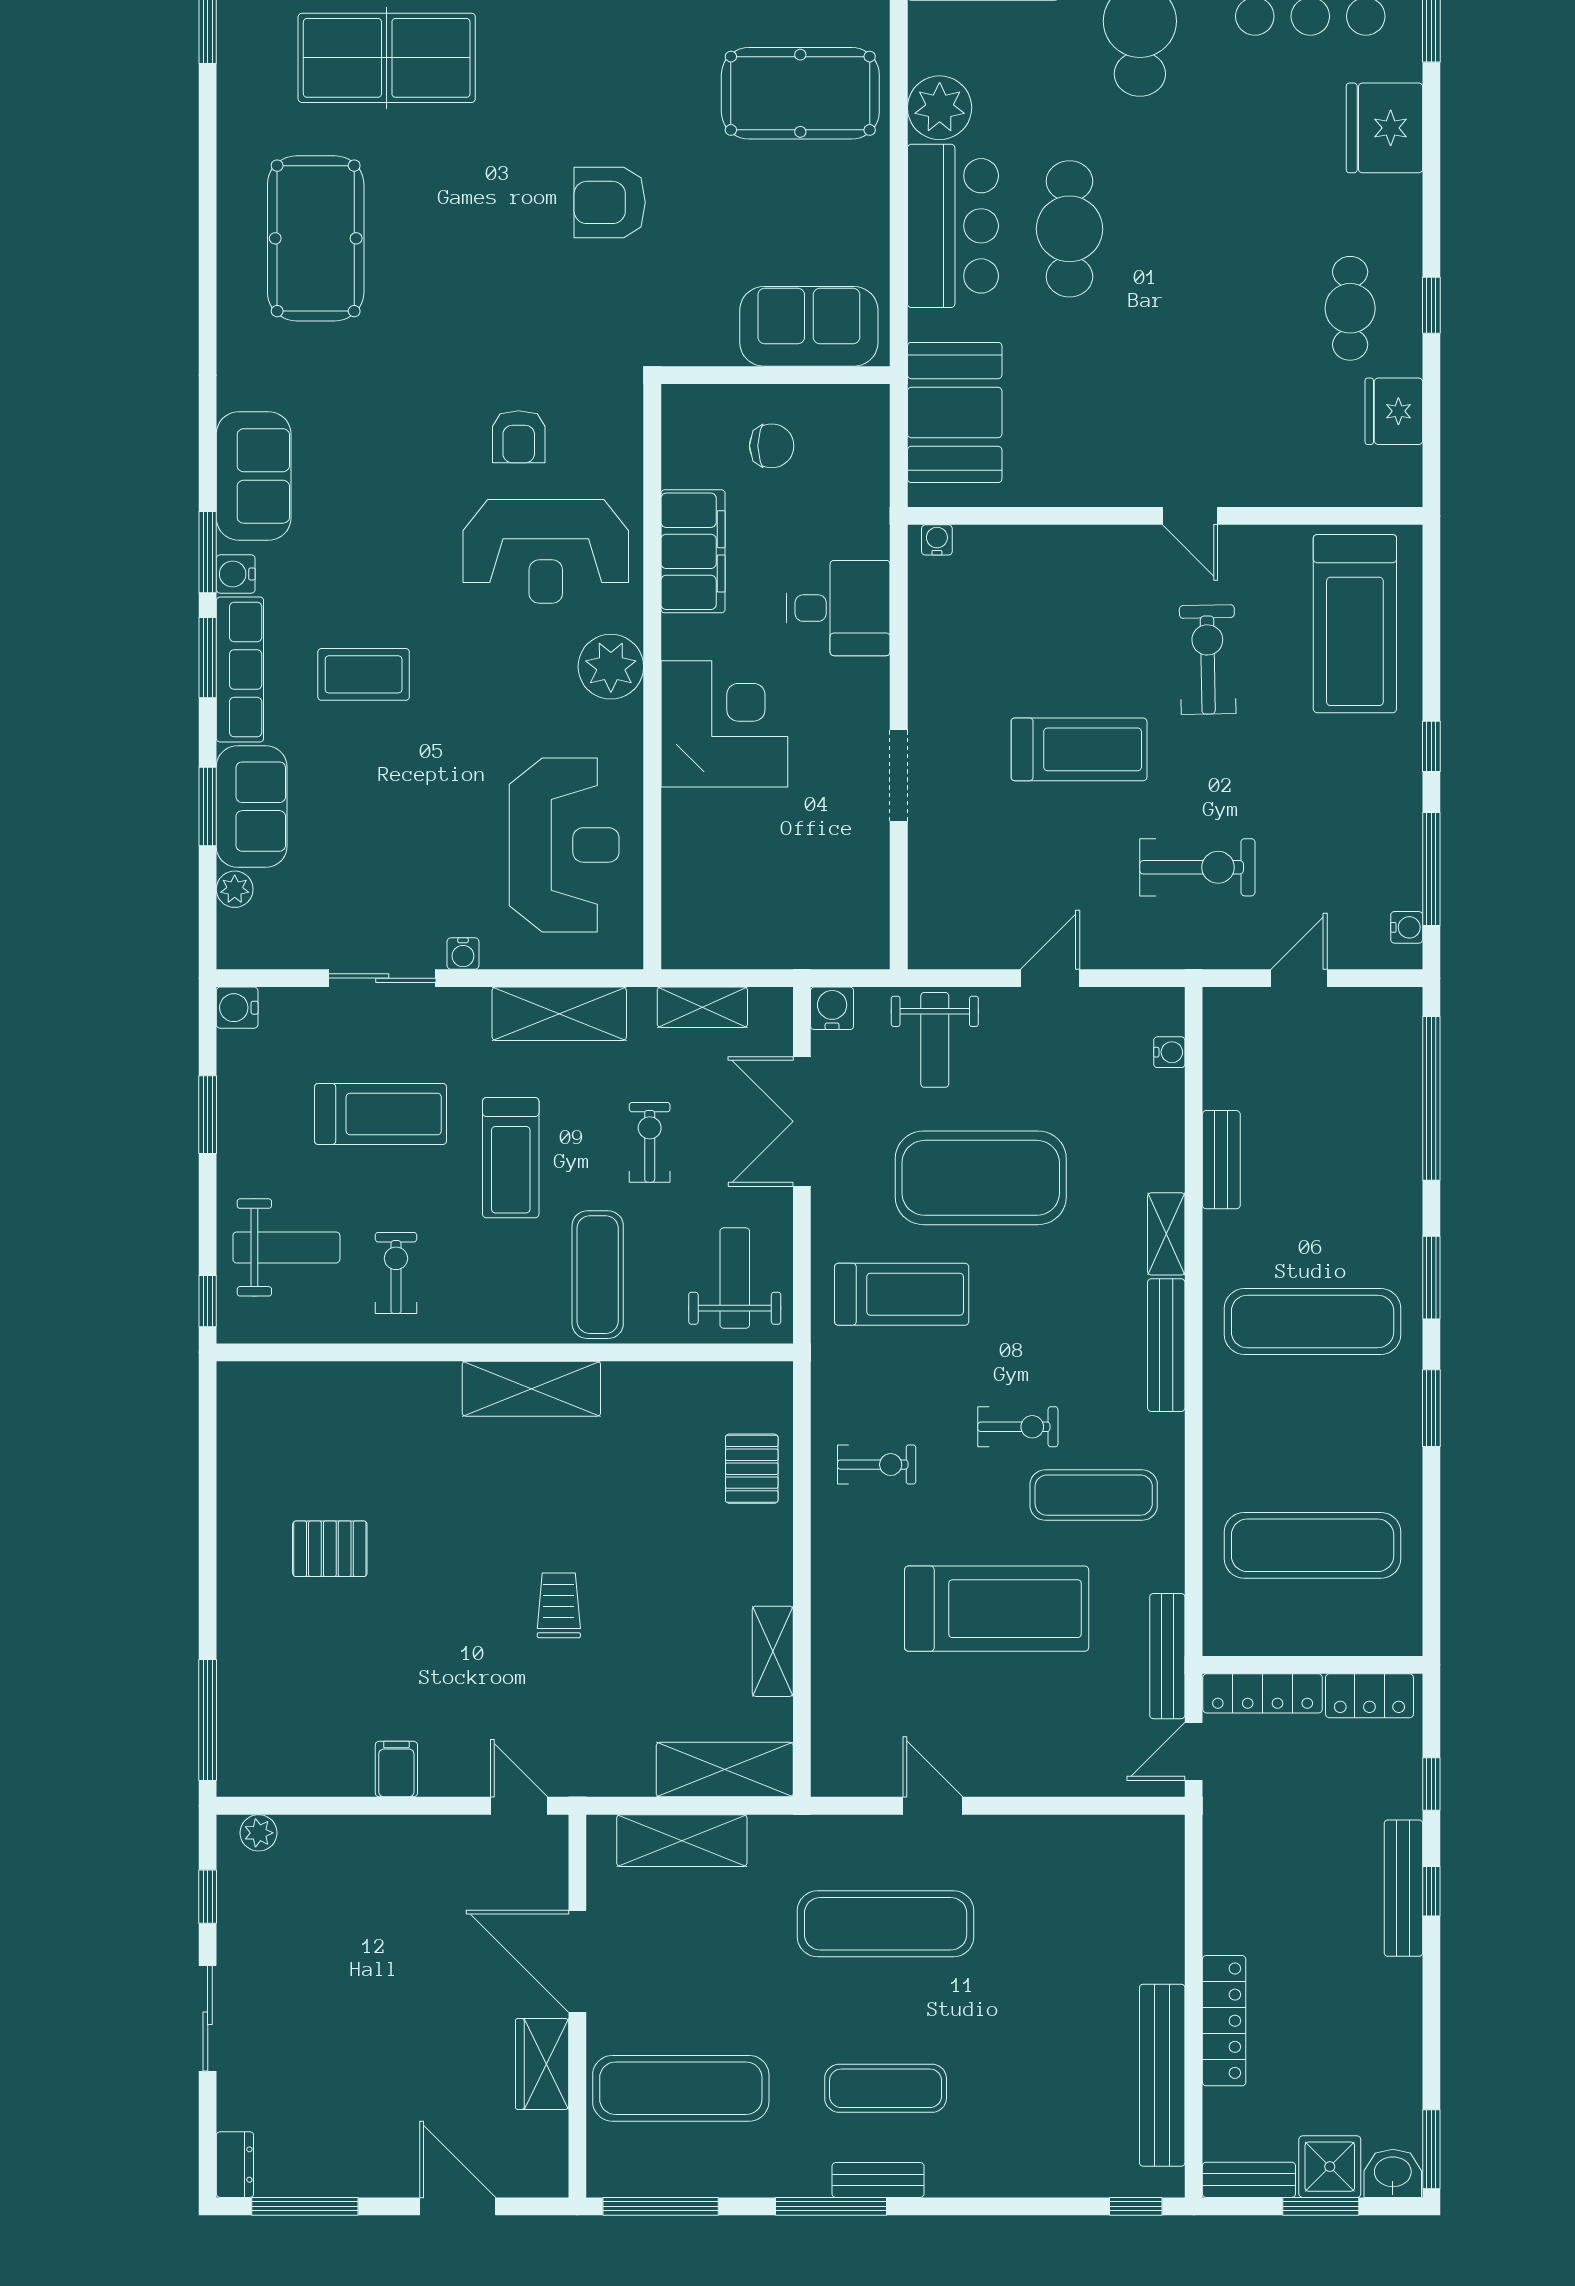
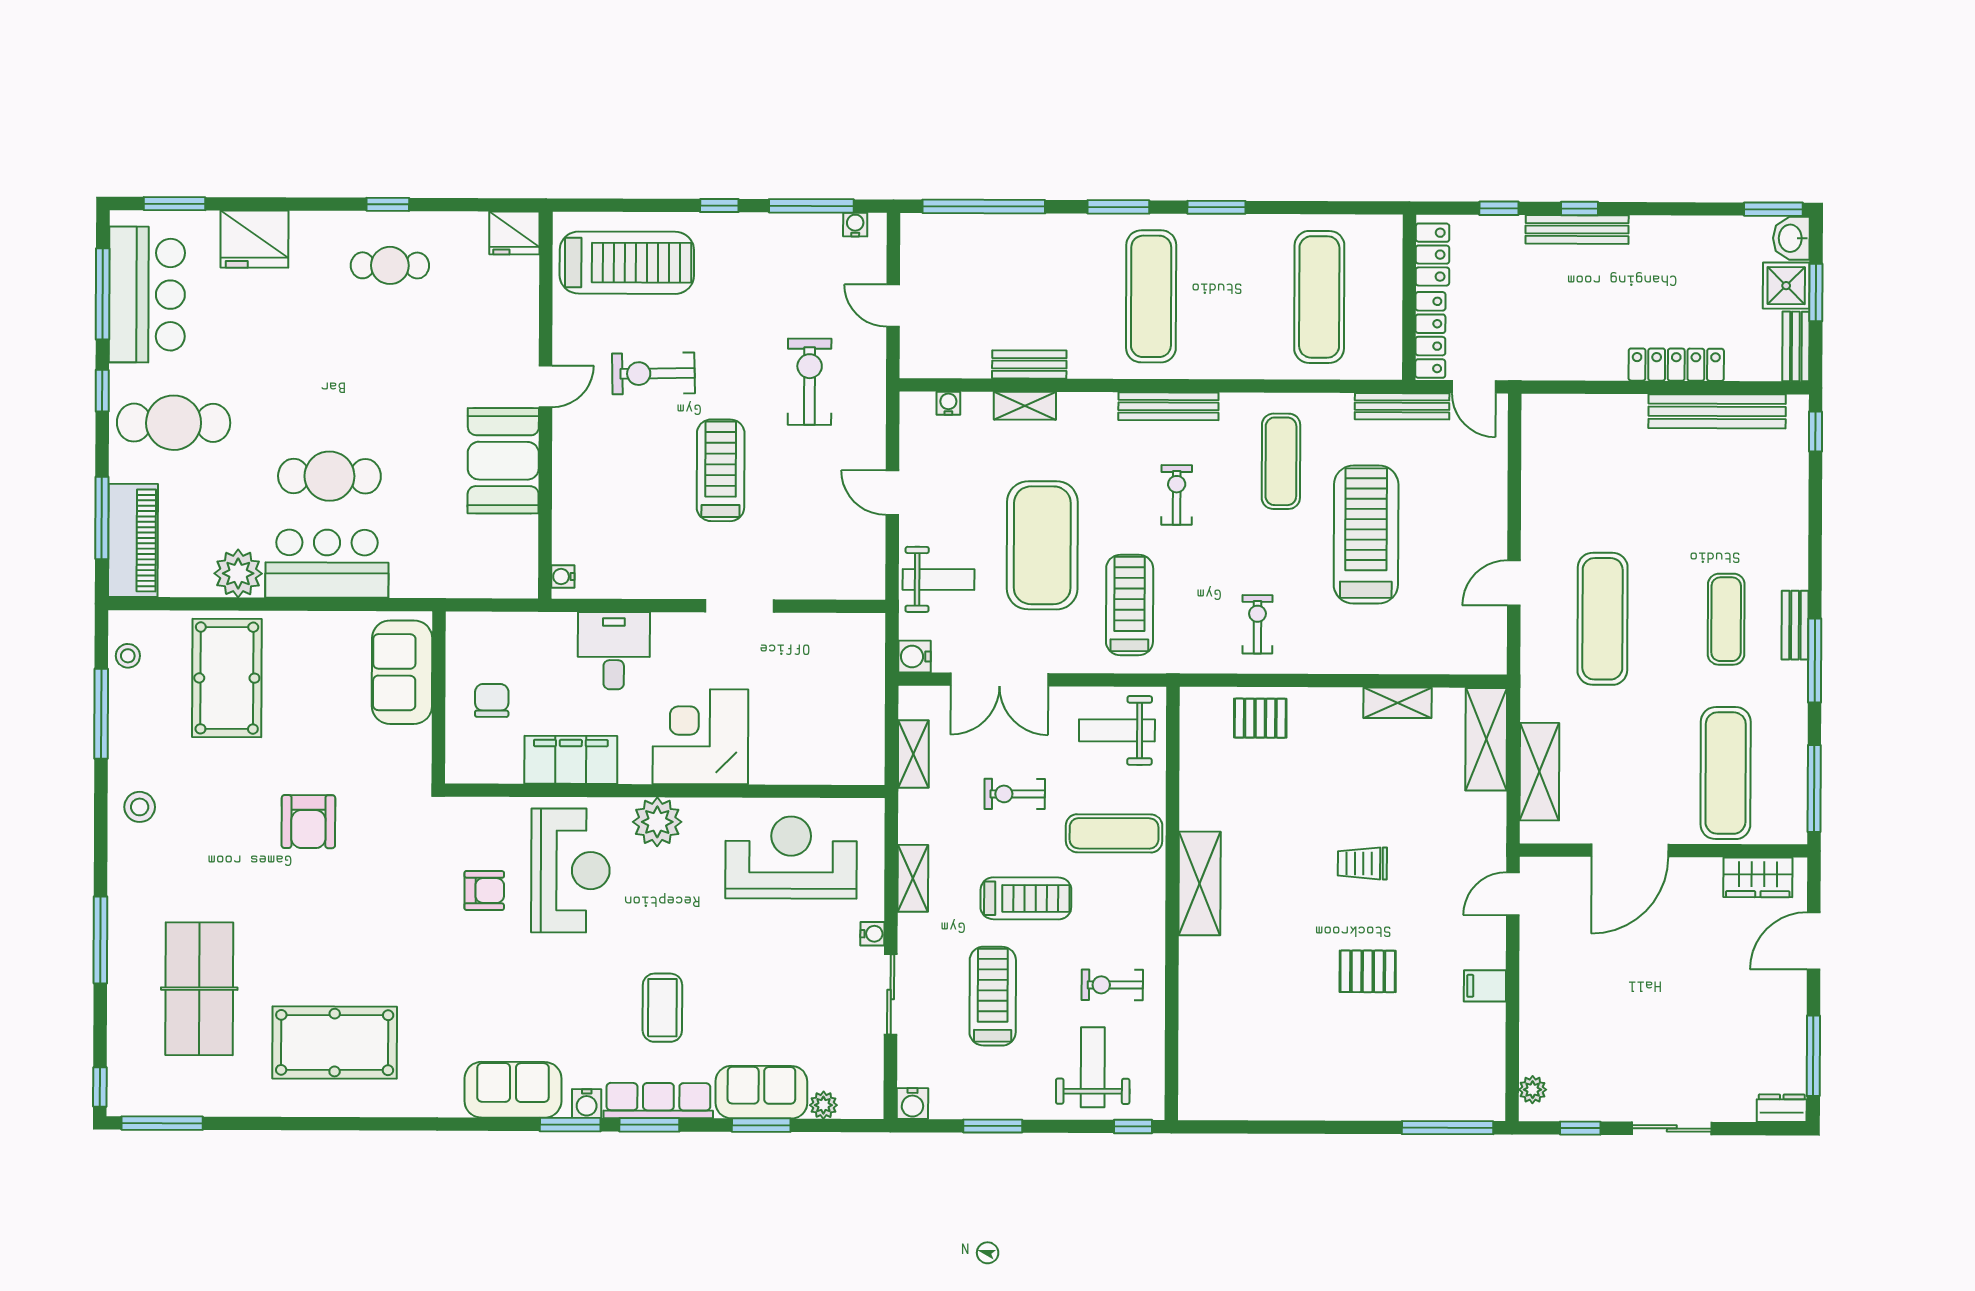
fridge: (1394, 411) -> (514, 233), moved
booth: (955, 412) -> (503, 461), moved, turned 90
shelving: (559, 1014) -> (913, 878), width x0.67, depth x0.75
shelving: (1166, 1234) -> (1025, 406), moved
exercise bike: (1018, 1427) -> (1177, 495), moved
pallet: (330, 1549) -> (1368, 971), moved, turned 90
wardrobe: (542, 2064) -> (1758, 877), moved

